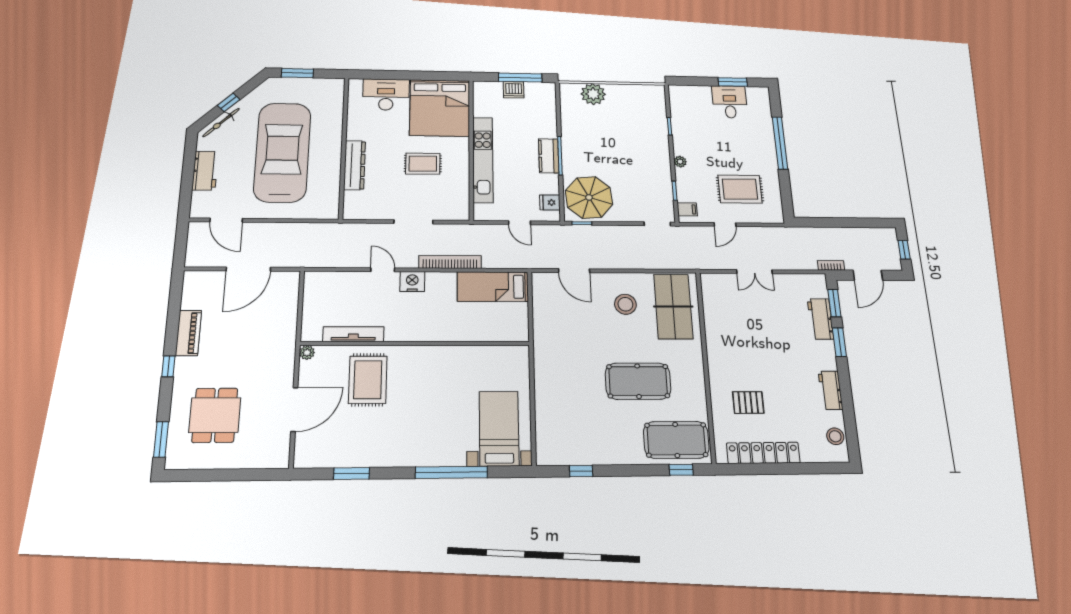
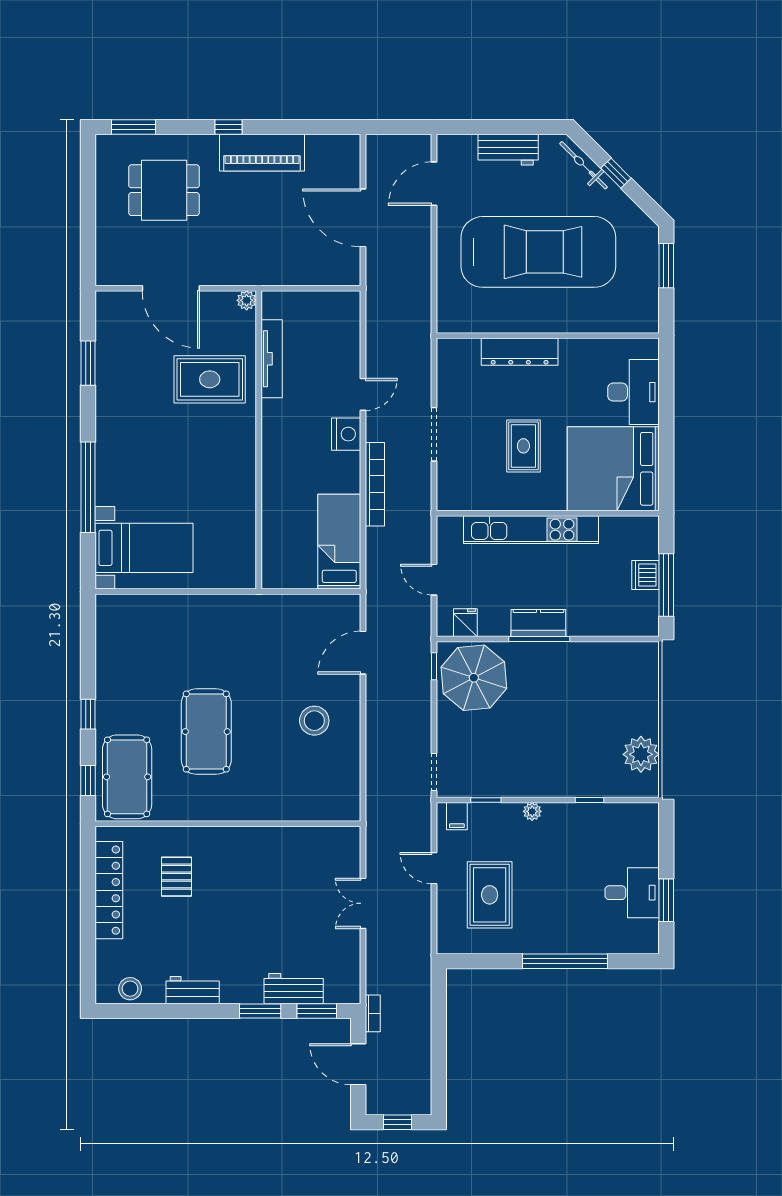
plant: (593, 94) -> (641, 754), moved
door: (520, 223) -> (434, 580), hinge flipped
table tennis table: (673, 306) -> (311, 786), removed
piano: (188, 333) -> (262, 153), width x1.37, depth x1.33
window: (581, 471) -> (88, 714), moved

